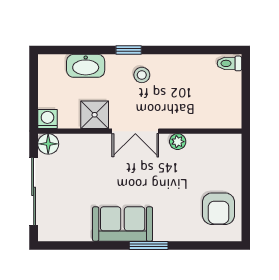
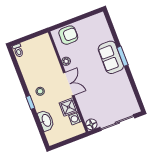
washing machine: (47, 119) -> (75, 119), moved
armchair: (219, 209) -> (68, 35), moved
sofa: (123, 224) -> (111, 57), moved

